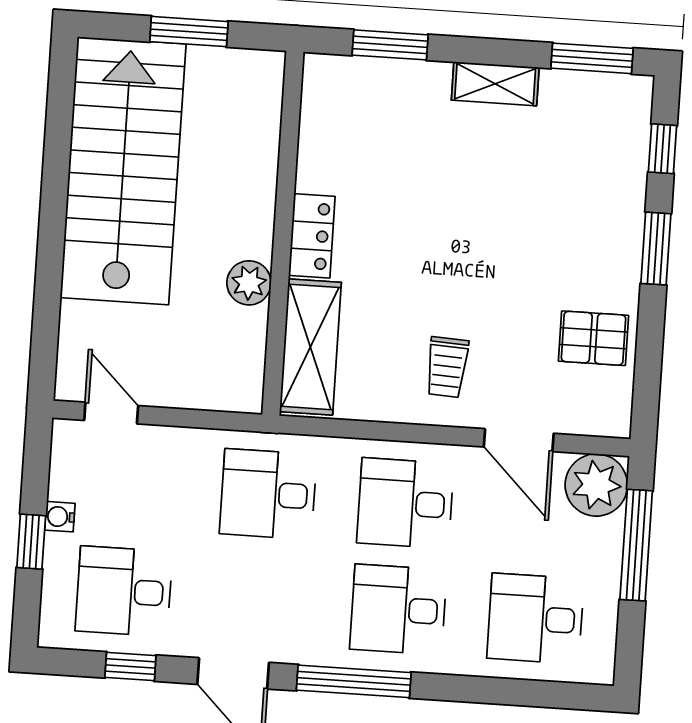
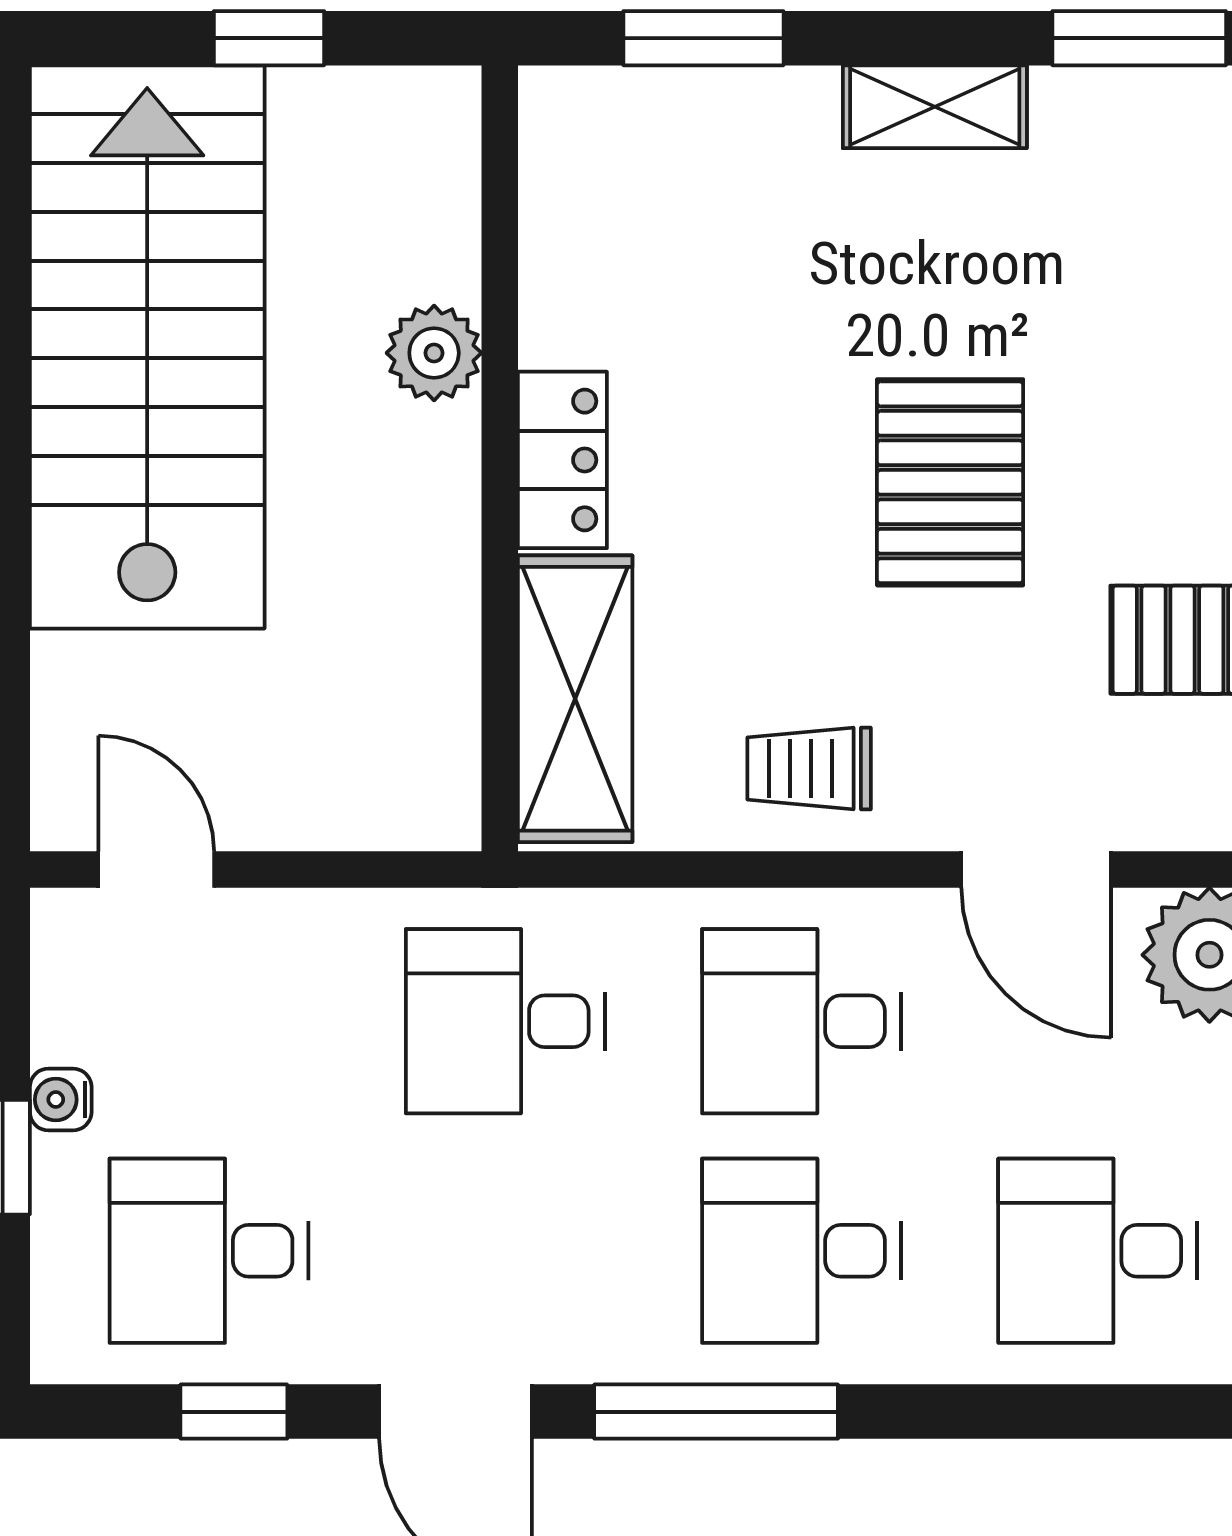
window: (189, 32) -> (269, 38), width x0.67
pallet: (491, 258) -> (950, 482), added
plant: (249, 283) -> (434, 353), moved
trolley: (447, 367) -> (809, 768), moved, turned 87

